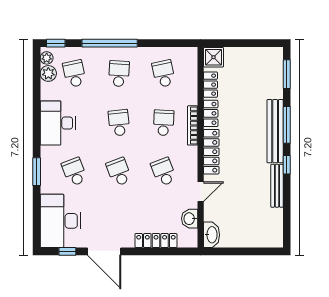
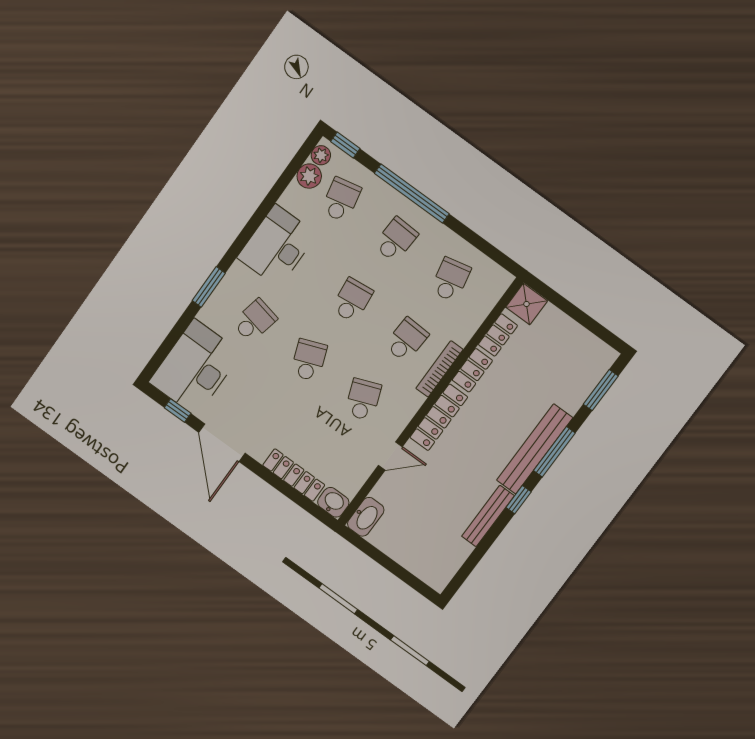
school desk: (74, 172) -> (255, 321), turned 33
washbasin: (190, 219) -> (333, 502), moved, turned 90

